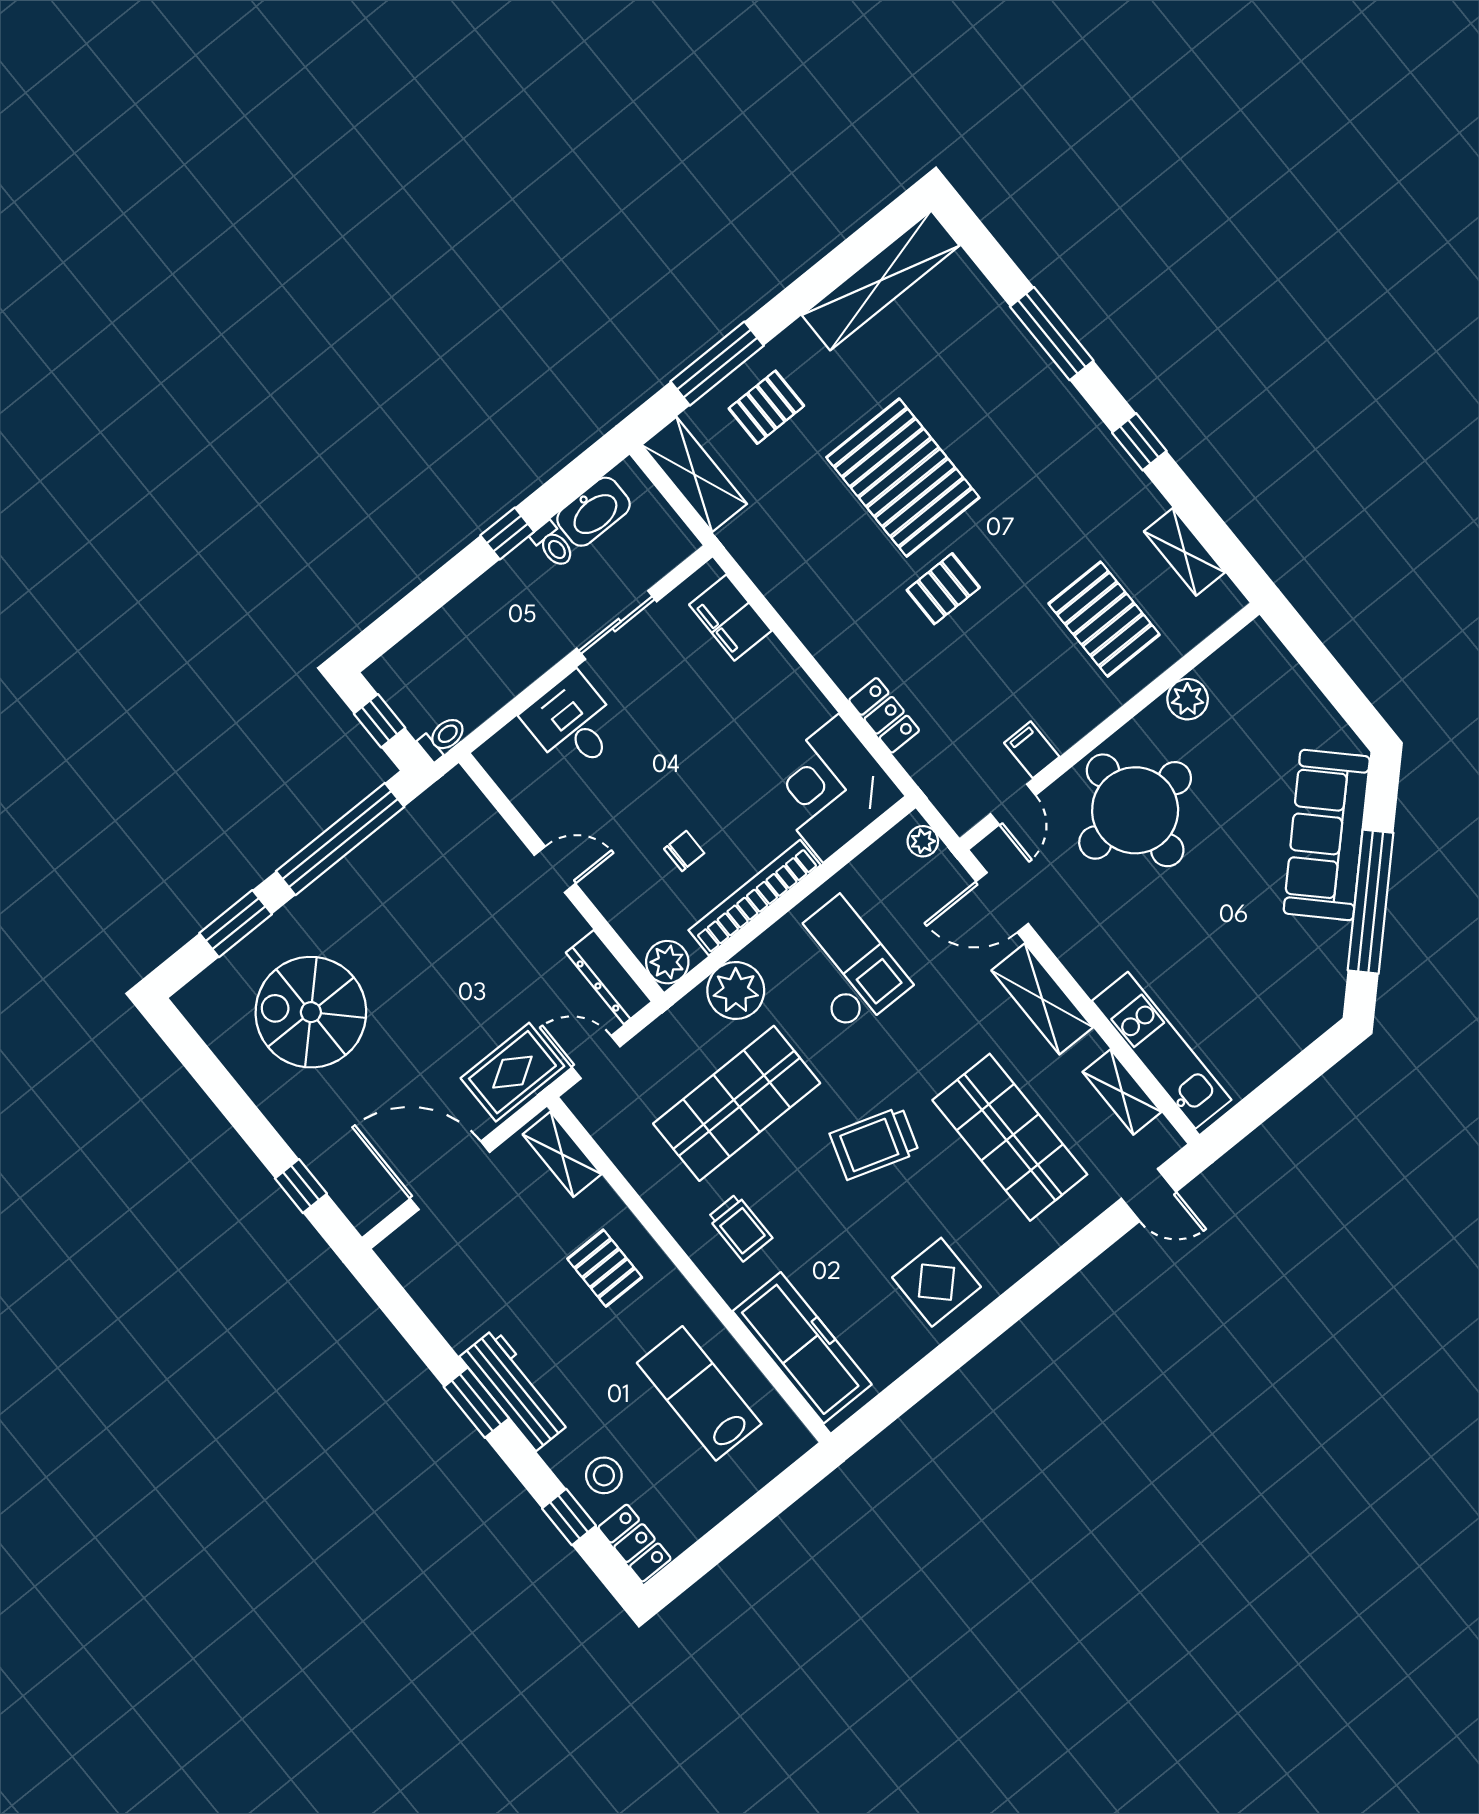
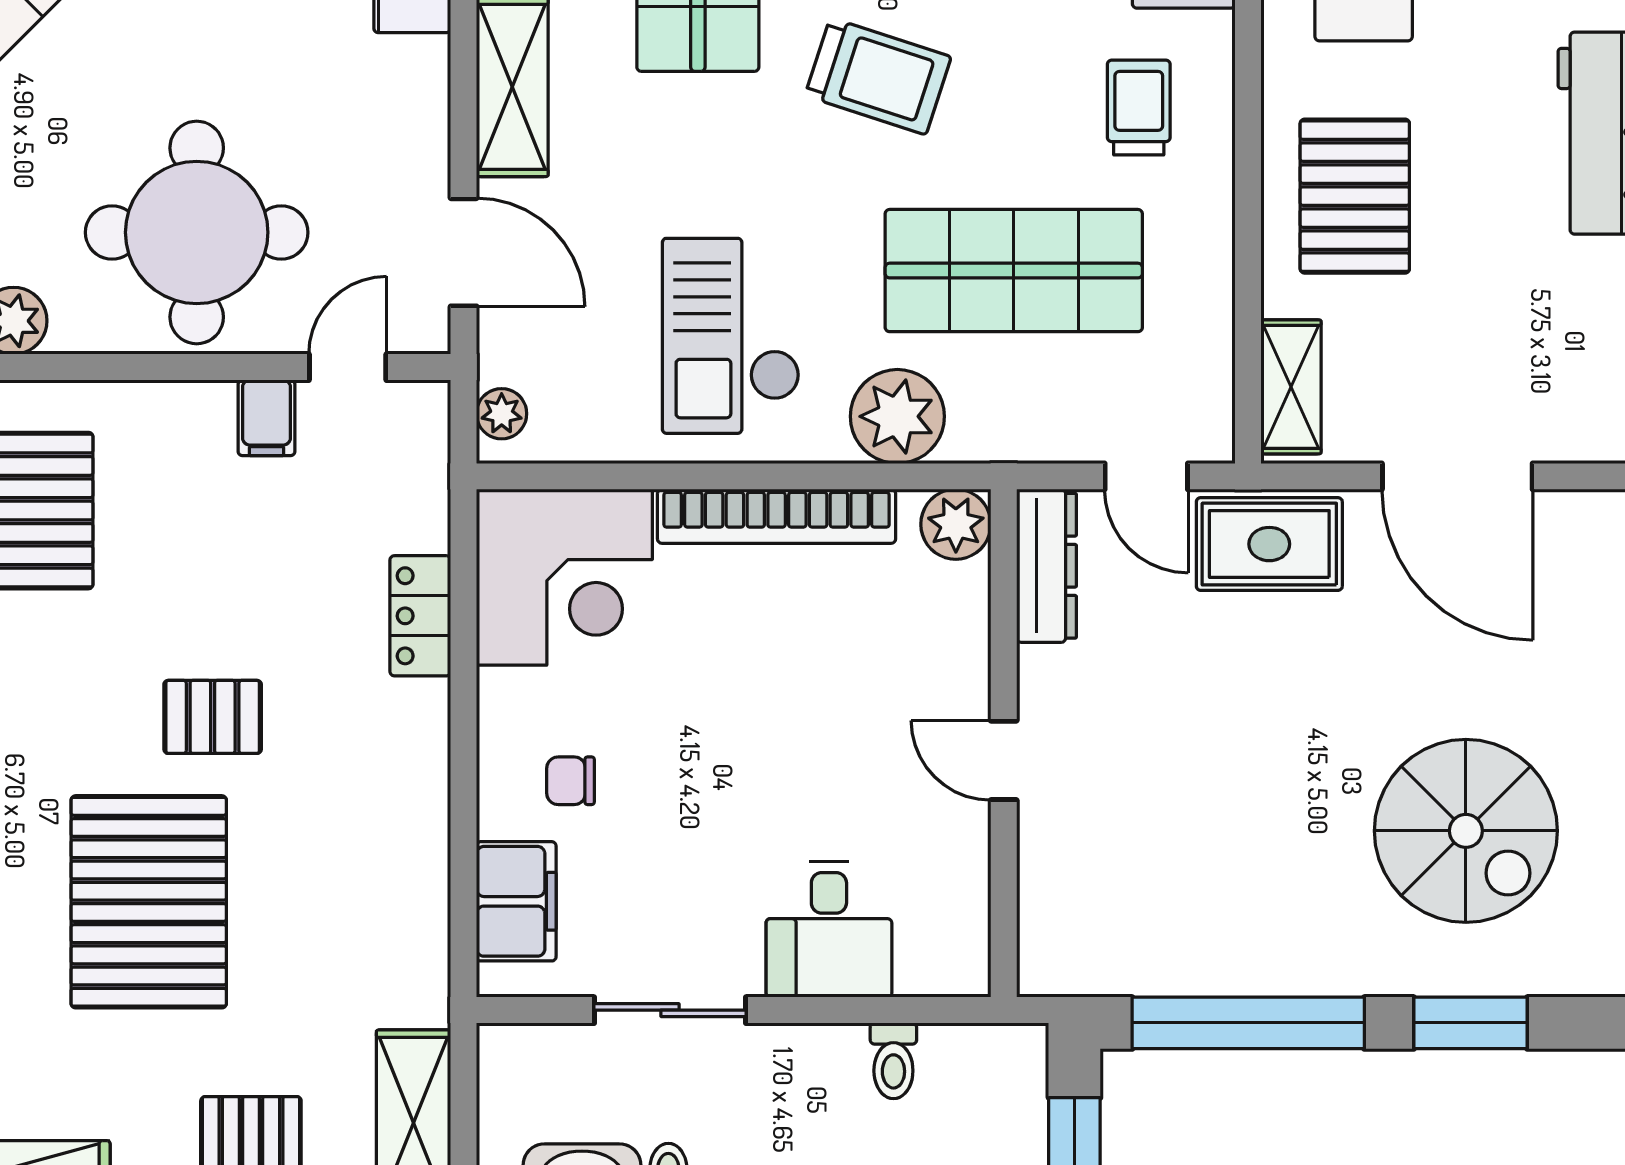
toilet: (443, 738) -> (893, 1061), moved, turned -90
chair: (684, 851) -> (570, 781), moved
pallet: (605, 1268) -> (1355, 196), width x1.50, depth x1.42

